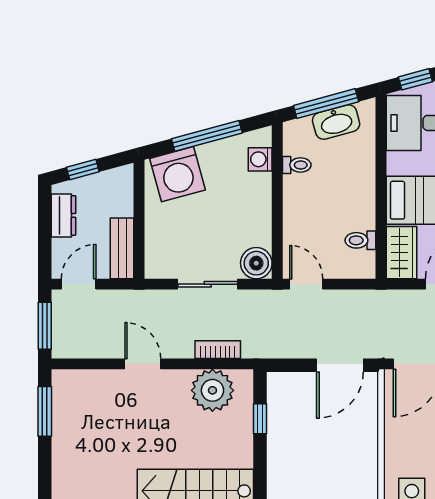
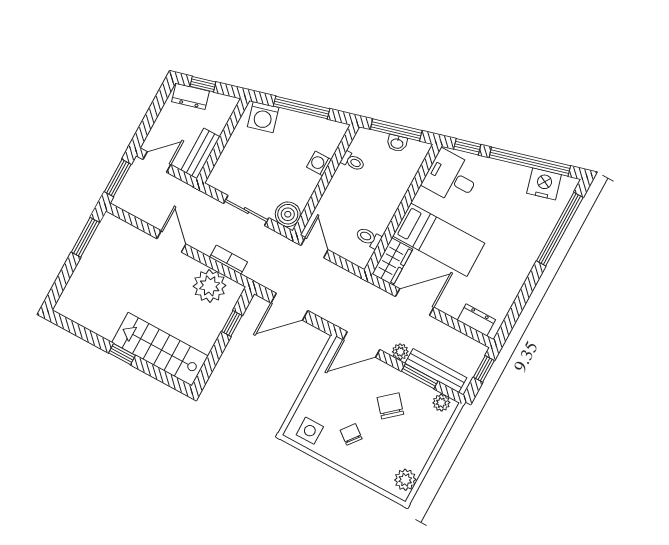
washbasin: (336, 122) -> (397, 143), width x0.52, depth x0.69
washing machine: (260, 159) -> (319, 163), moved
washing machine: (177, 174) -> (263, 117), width x0.73, depth x0.73
dresser: (63, 215) -> (191, 96), moved, turned 75
door: (340, 365) -> (289, 307), moved

